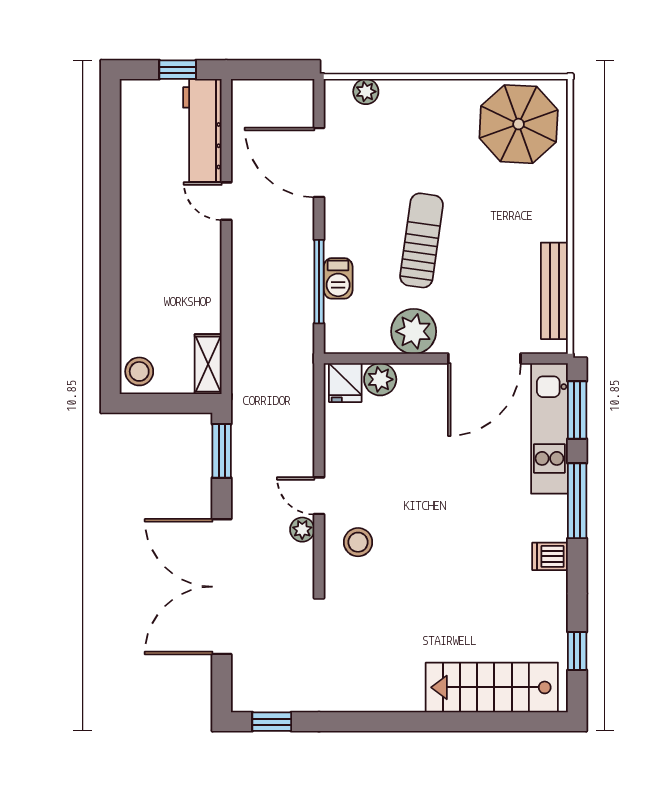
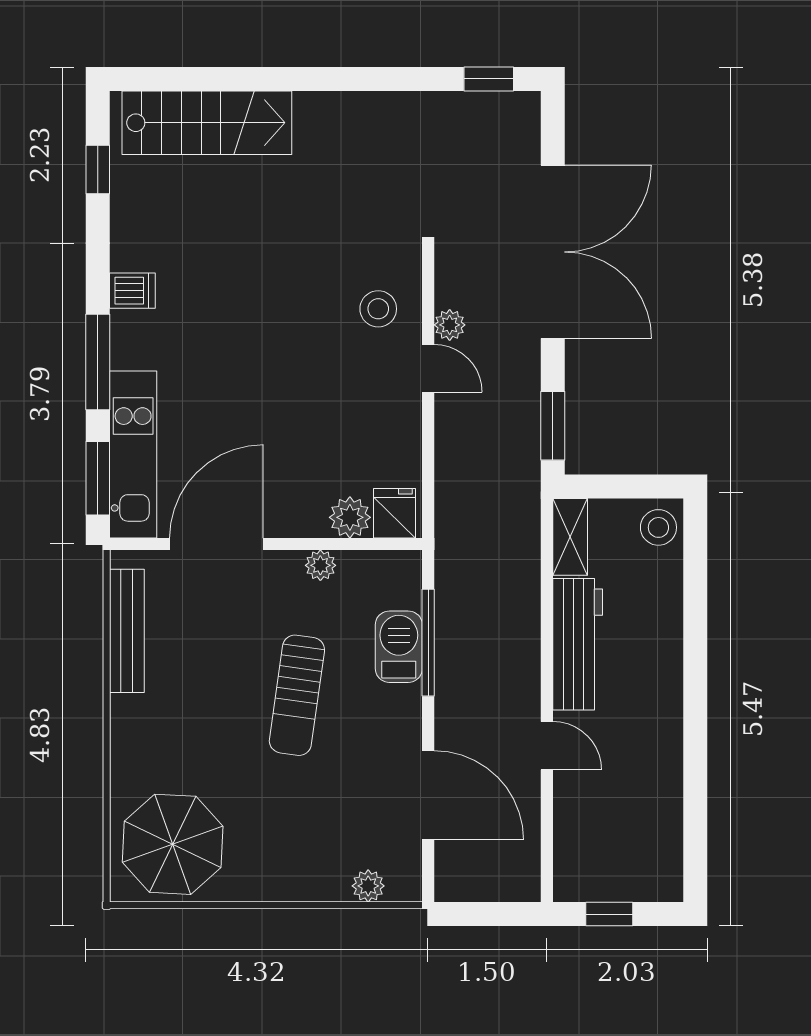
workbench: (202, 130) -> (578, 644), moved
barbecue: (338, 278) -> (399, 647), width x1.38, depth x1.27
plant: (414, 331) -> (320, 565), width x0.53, depth x0.53

